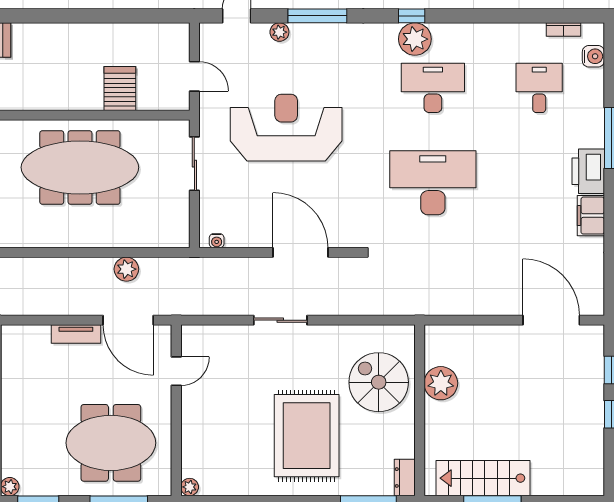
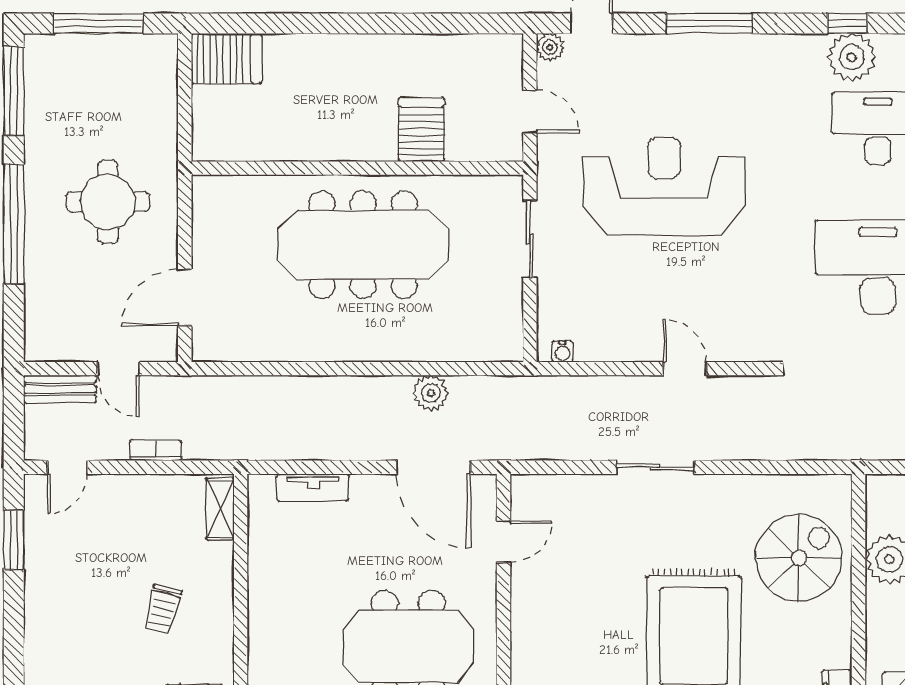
plant: (279, 32) -> (550, 47), moved
door: (300, 252) -> (685, 369), width x0.53
tv unit: (76, 334) -> (313, 488), moved
spiral stairs: (379, 382) -> (799, 558), turned 90

